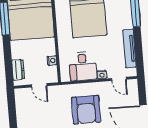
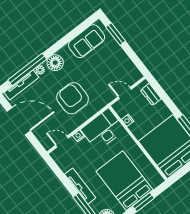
tv unit: (130, 48) -> (80, 186), moved
desk: (83, 66) -> (103, 130), width x1.37

